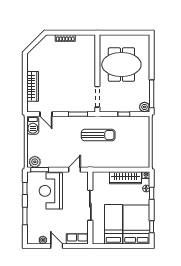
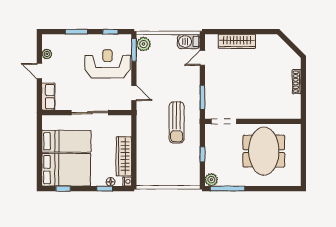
door: (57, 246) -> (39, 71), swing flipped

